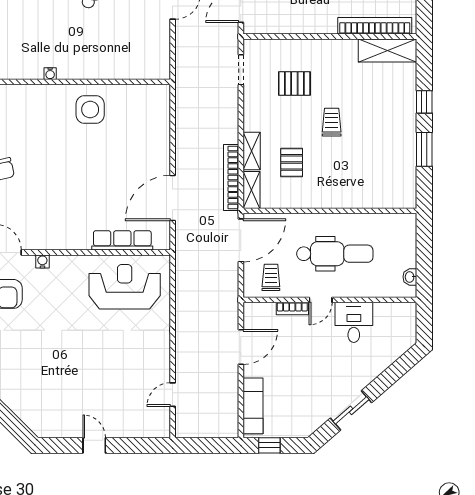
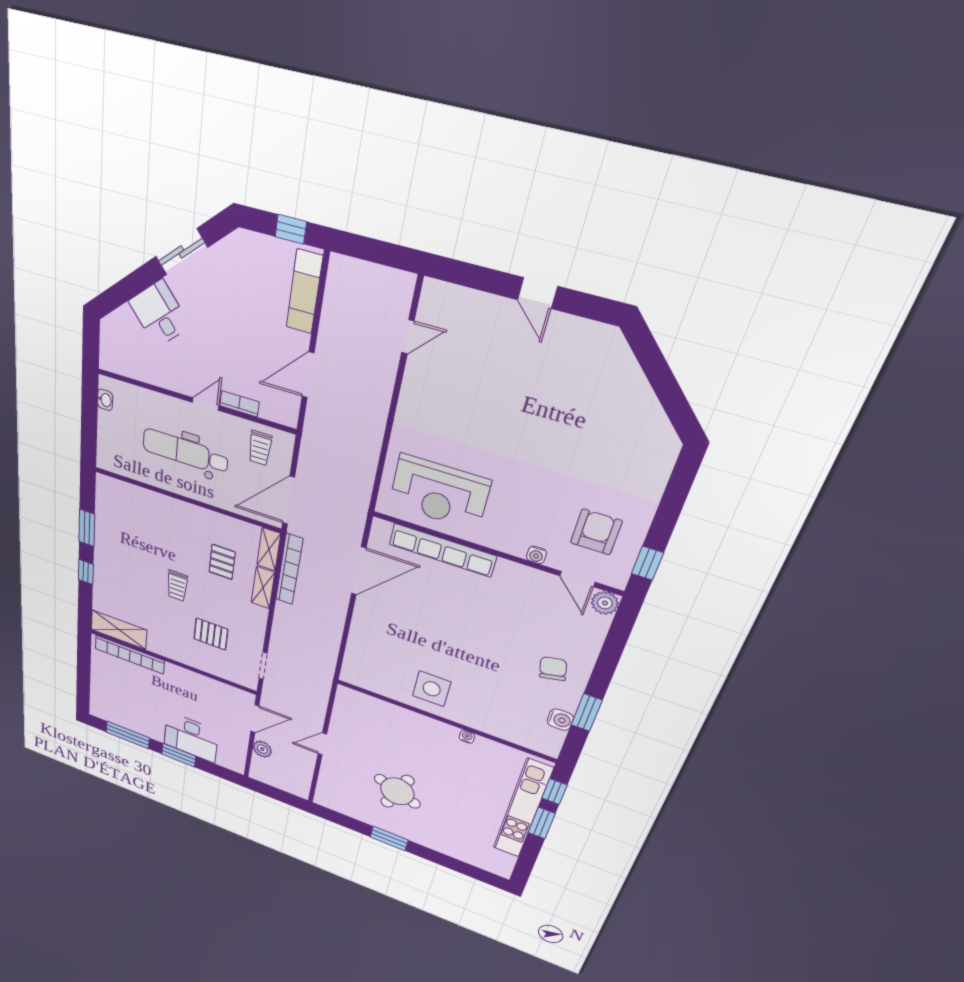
row of seats: (122, 240) -> (442, 550), width x1.36
desk: (354, 322) -> (159, 314), moved, turned 139

